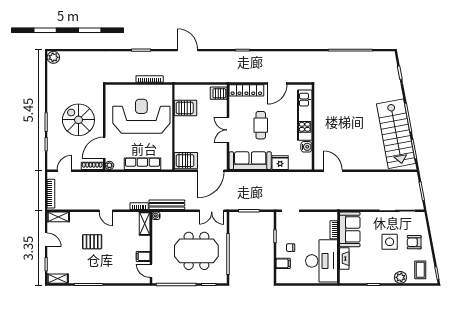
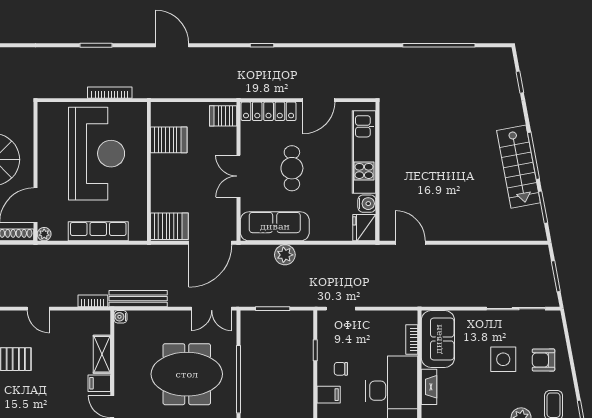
reception desk: (141, 116) -> (96, 154), turned 90
stairs: (396, 134) -> (518, 167), width x0.73, depth x0.66
fridge: (280, 163) -> (364, 228), moved, turned -90
plant: (256, 178) -> (285, 255), added
shelving: (145, 224) -> (102, 354), moved

